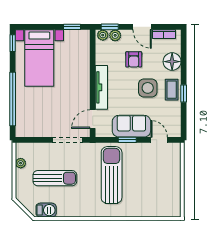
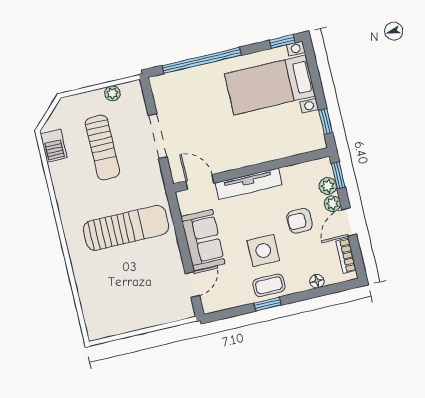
plant: (103, 35) -> (332, 204), moved
floor lamp: (172, 62) -> (317, 281), width x0.53, depth x0.53
doorway: (67, 140) -> (158, 136), moved
window: (127, 140) -> (182, 239), removed

